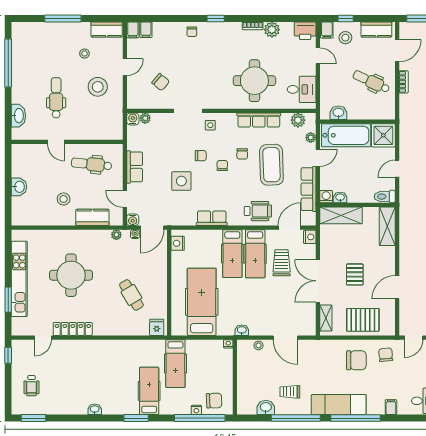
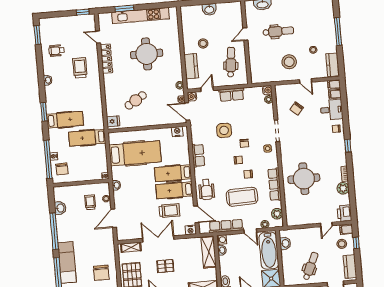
desk: (302, 89) -> (331, 110), moved, turned -90
trolley: (82, 365) -> (80, 68), added
wheelchair: (31, 386) -> (57, 51), moved
trolley: (290, 392) -> (90, 202), moved

